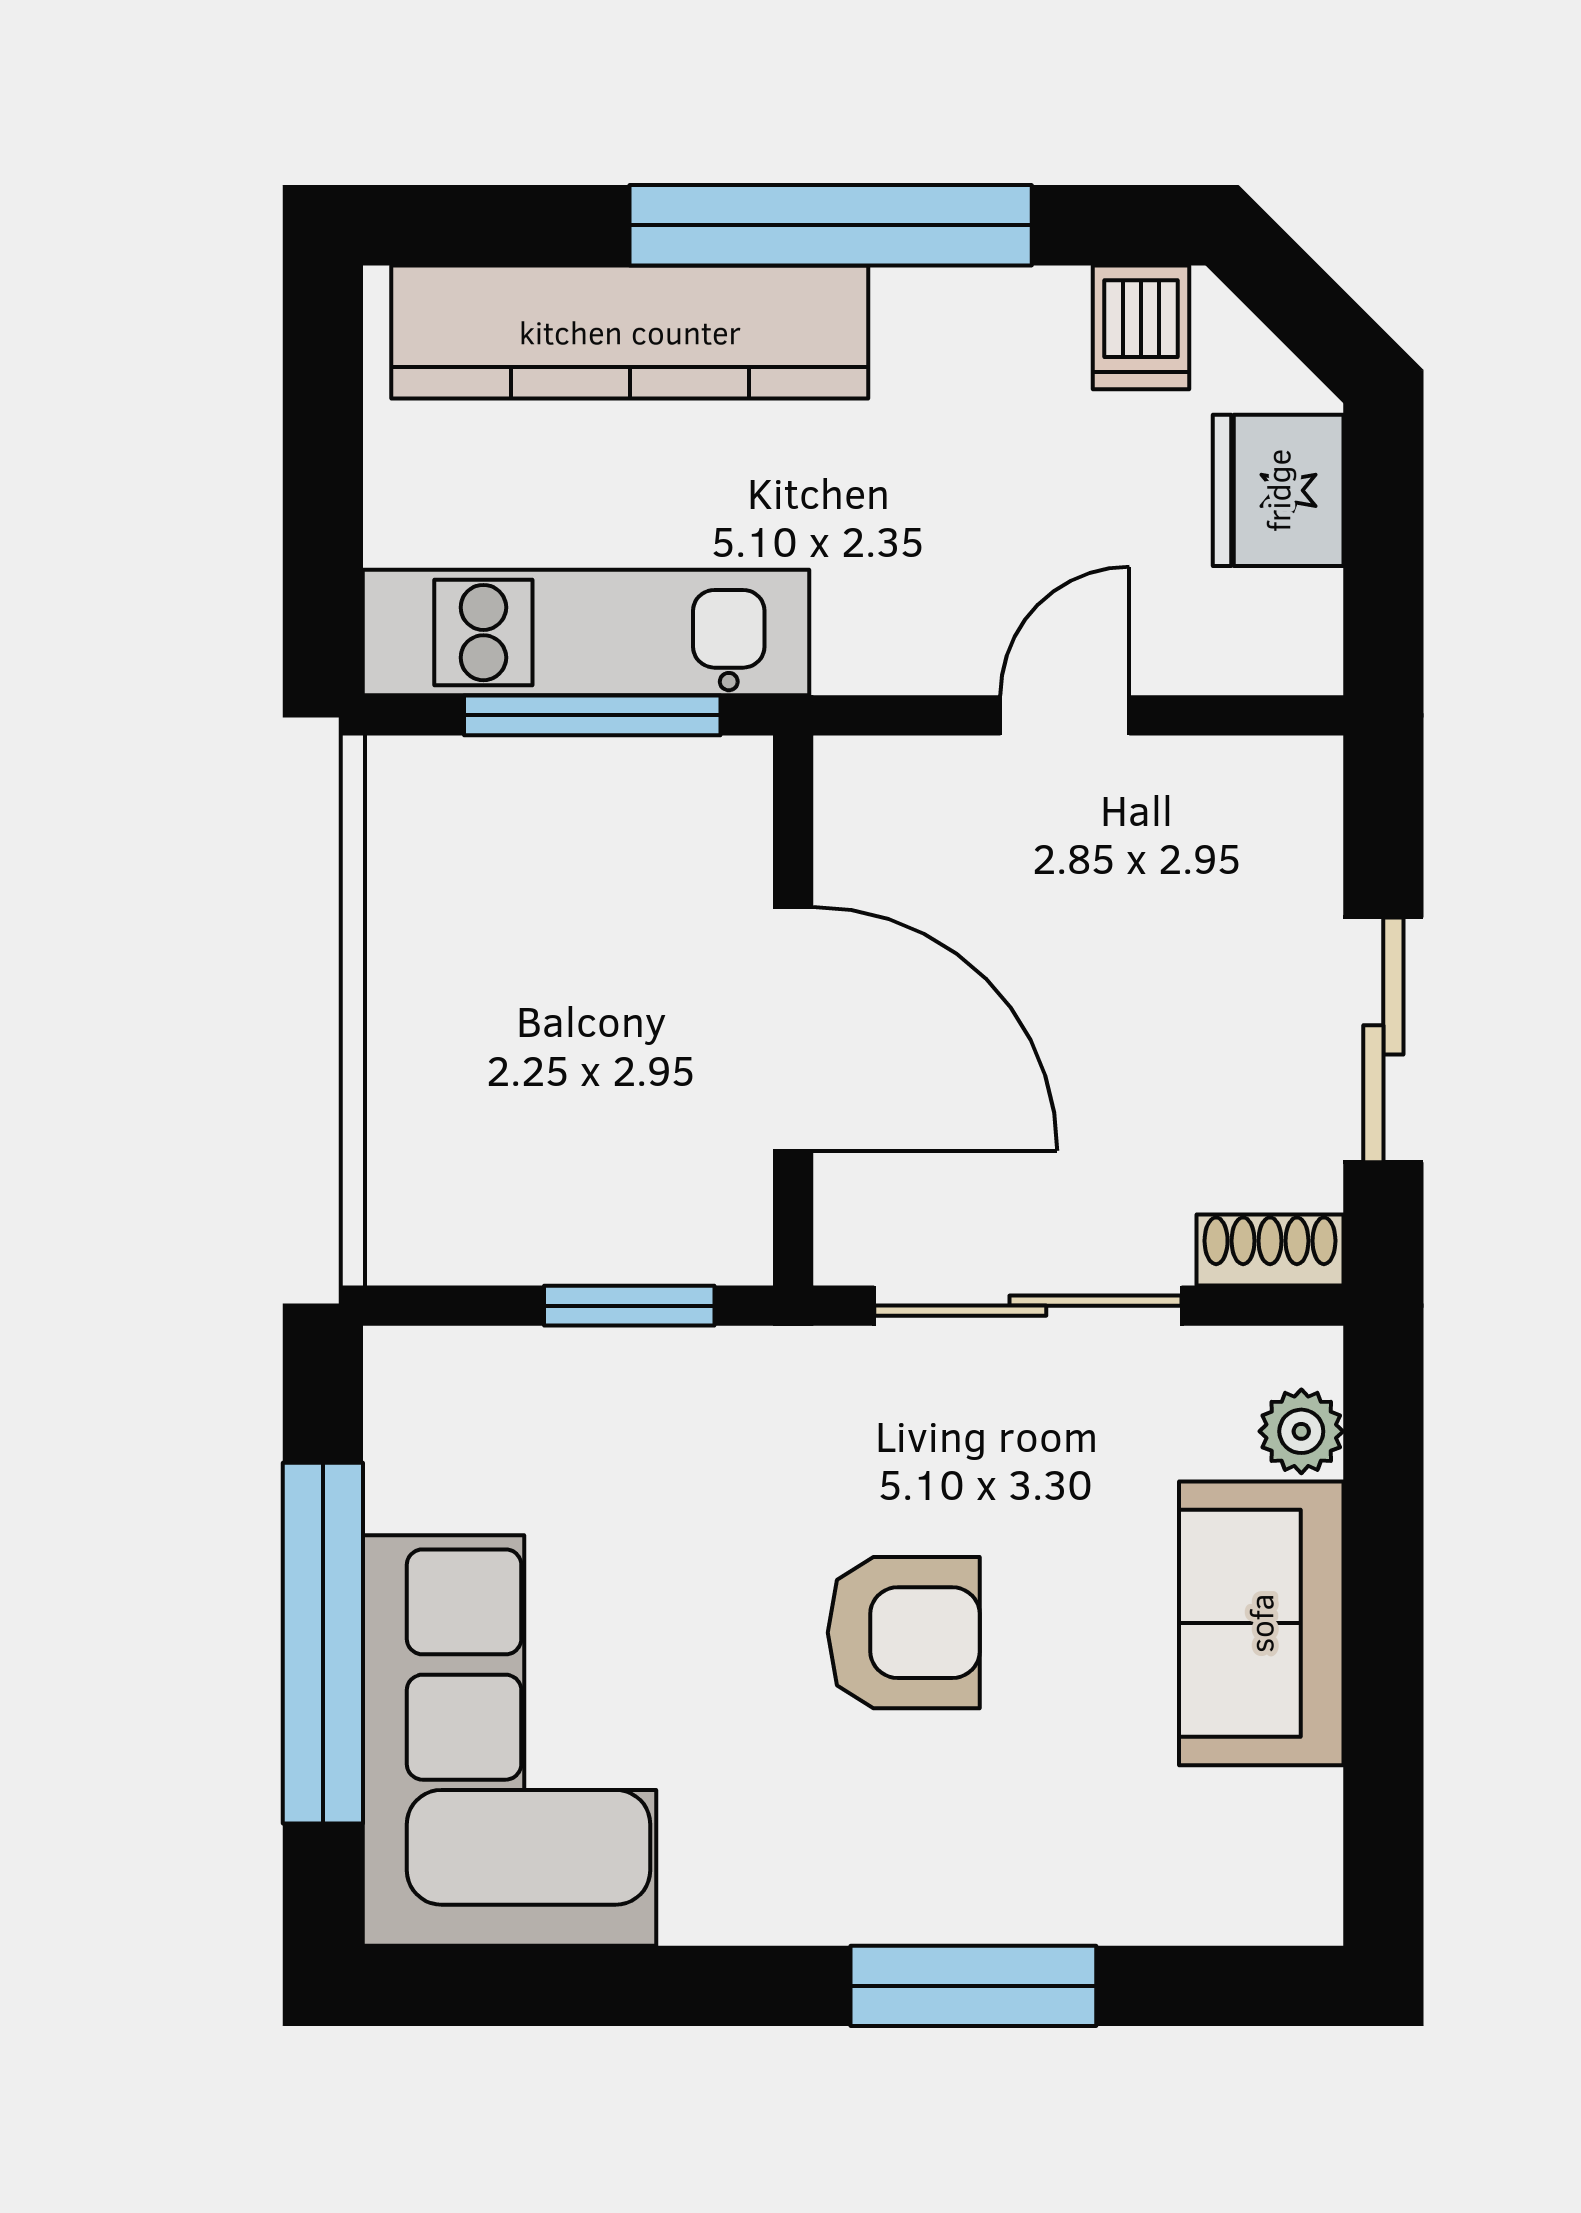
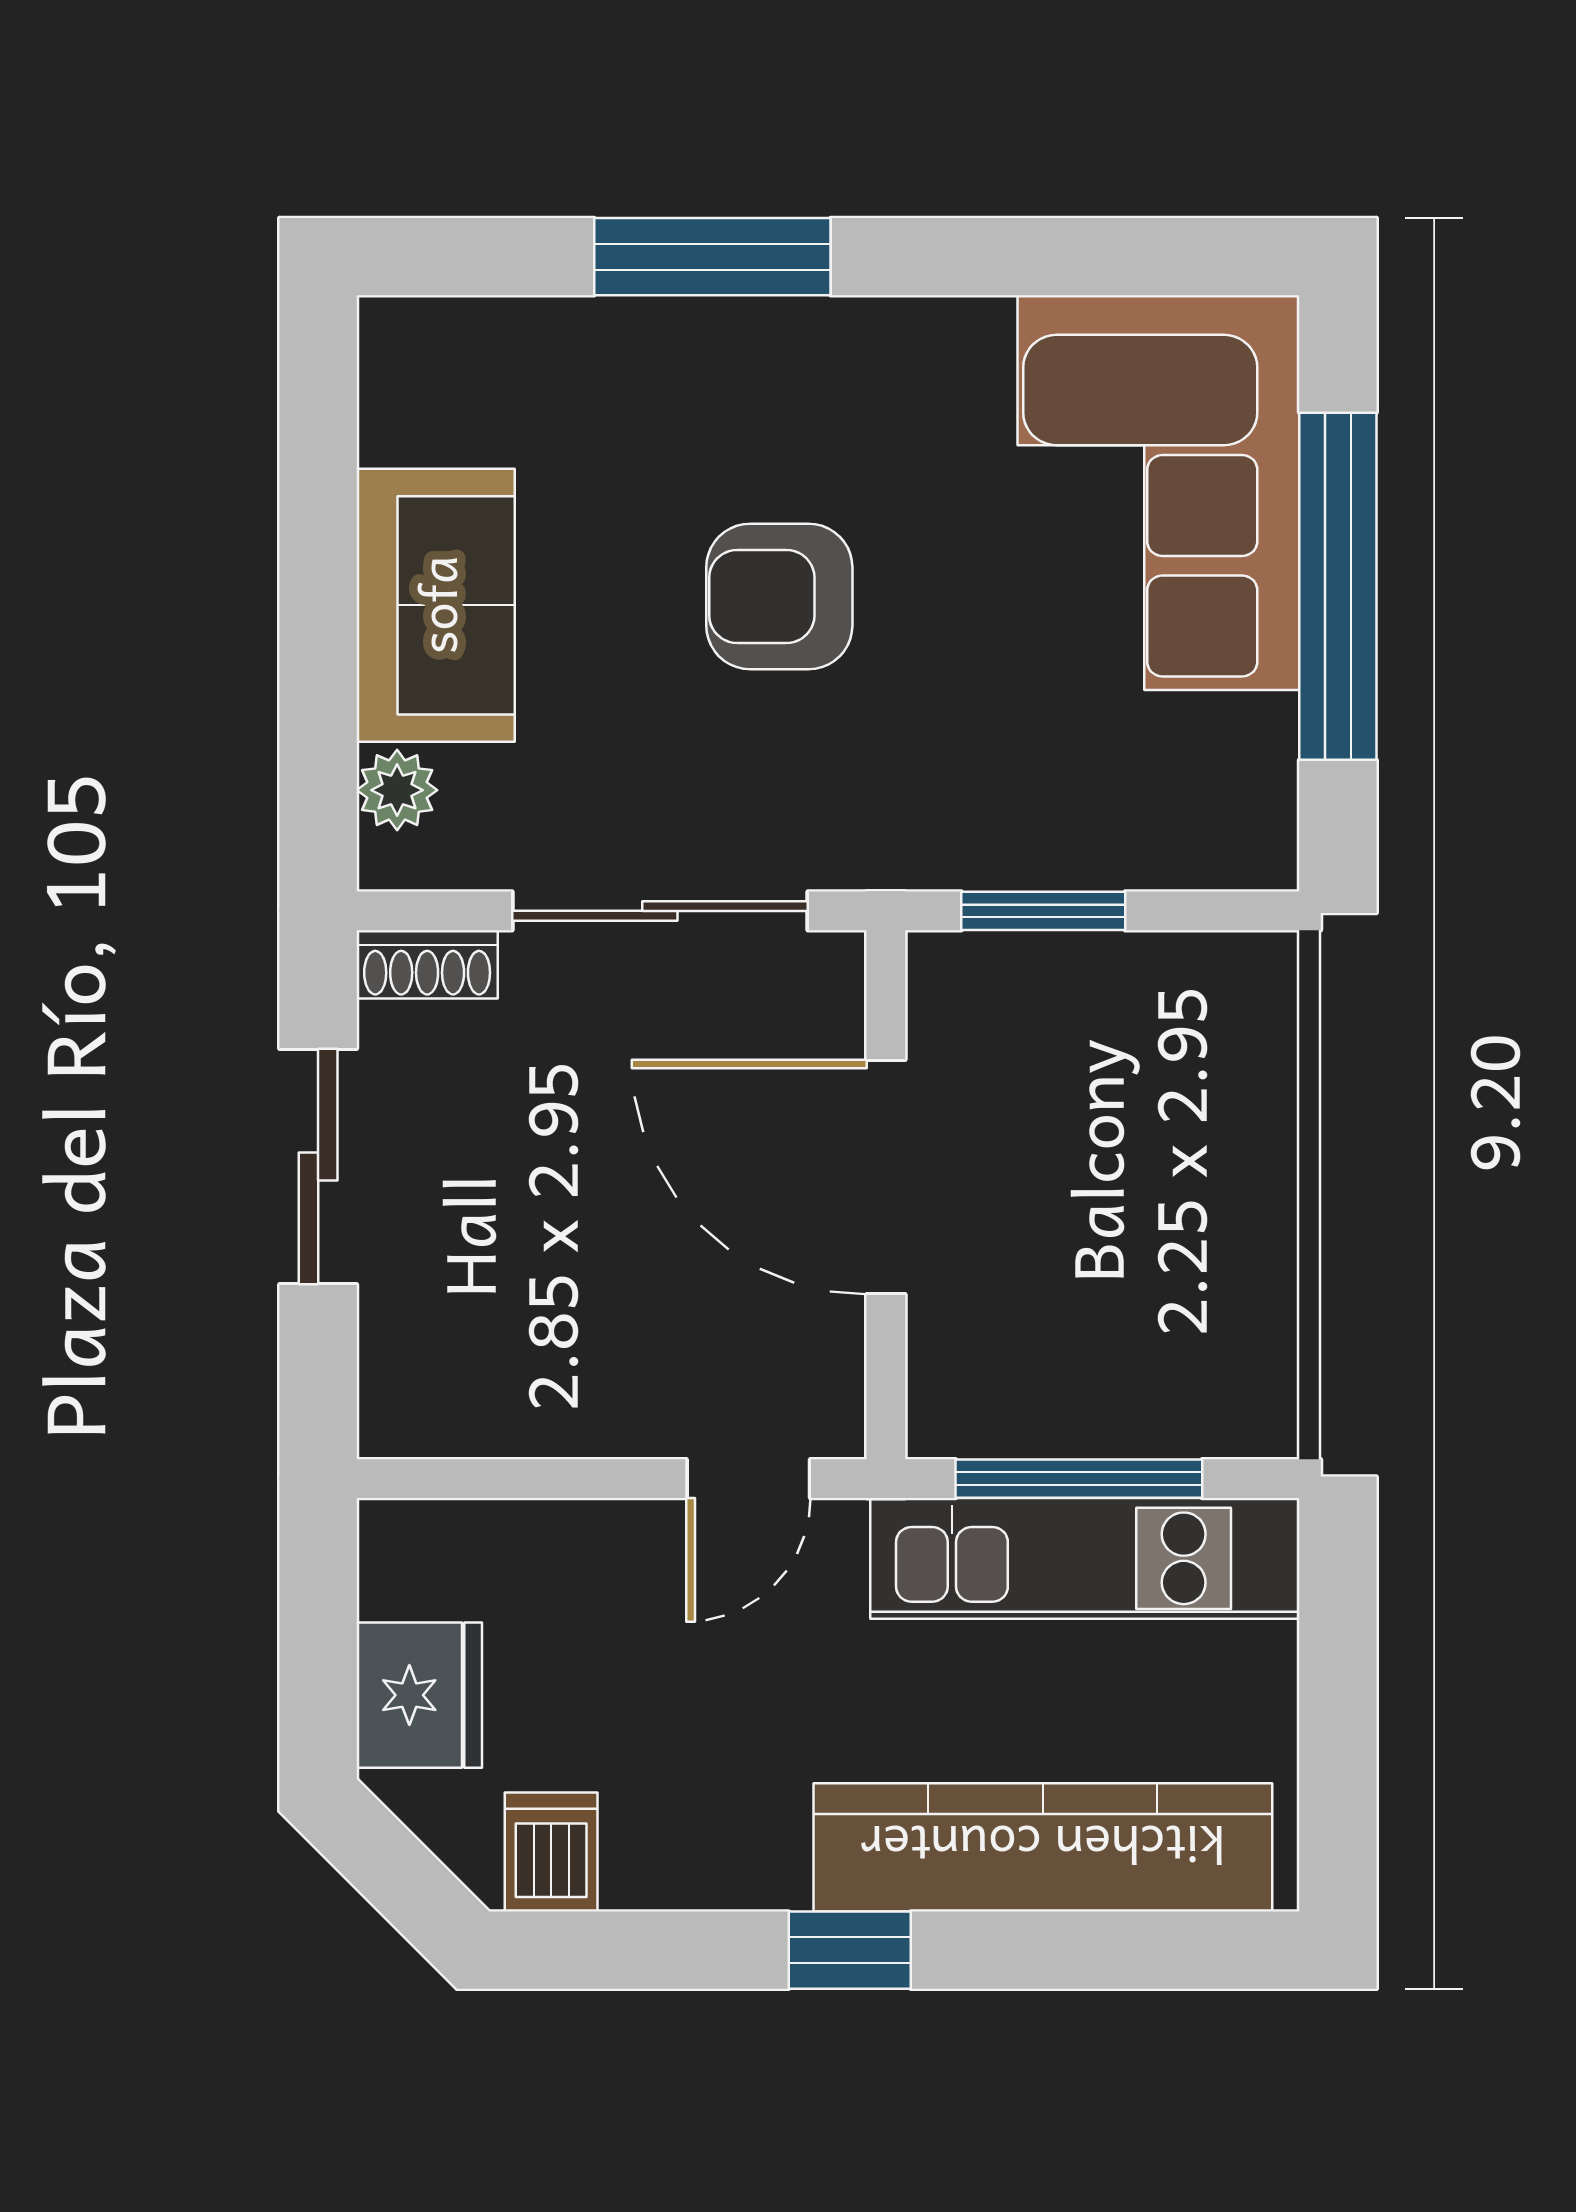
window: (831, 225) -> (850, 1950), width x0.32
door: (1065, 715) -> (748, 1479), moved

